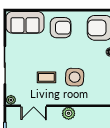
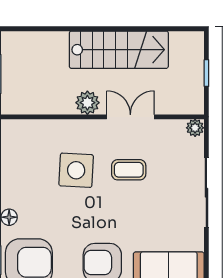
double door: (34, 106) -> (130, 117), moved

